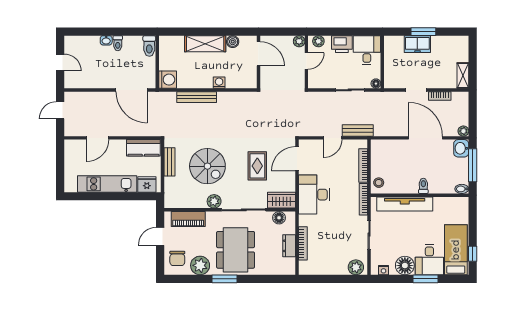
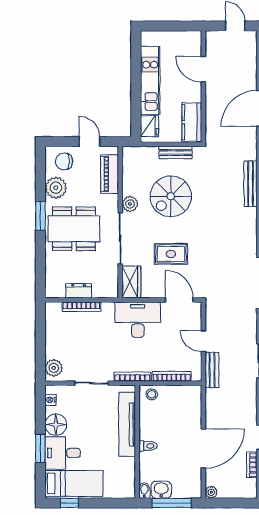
washbasin: (461, 148) -> (161, 490), moved
floor lamp: (279, 218) -> (111, 279), removed

